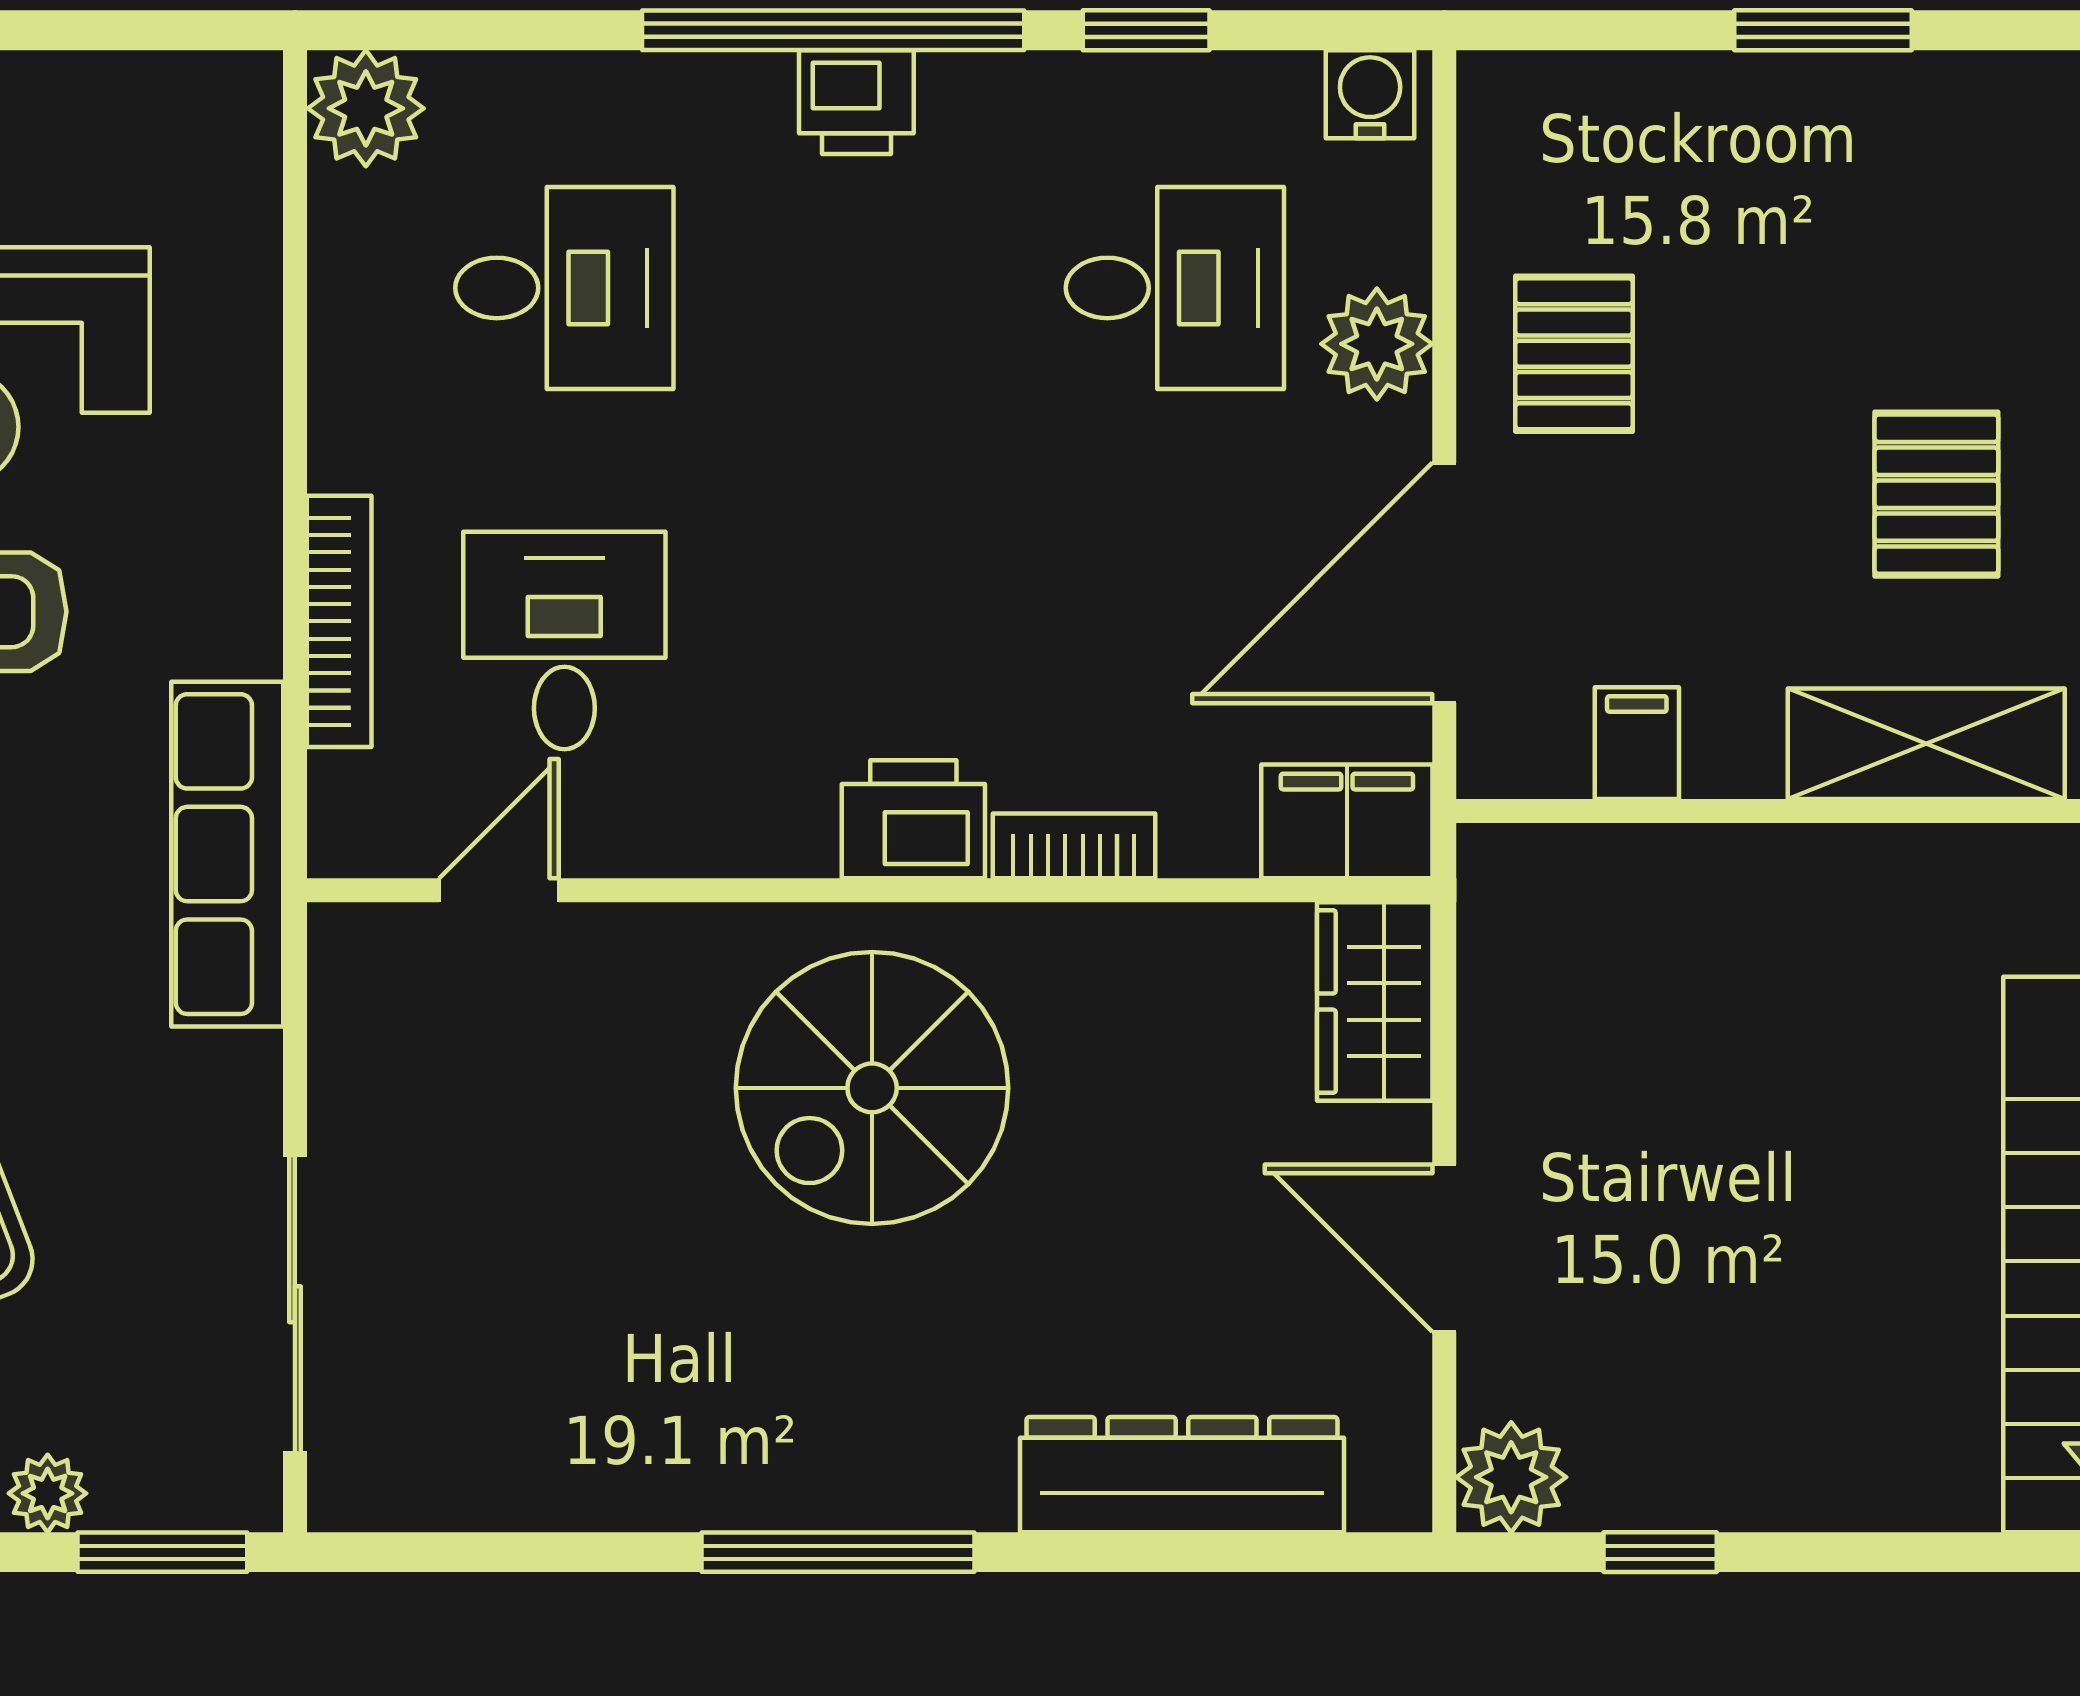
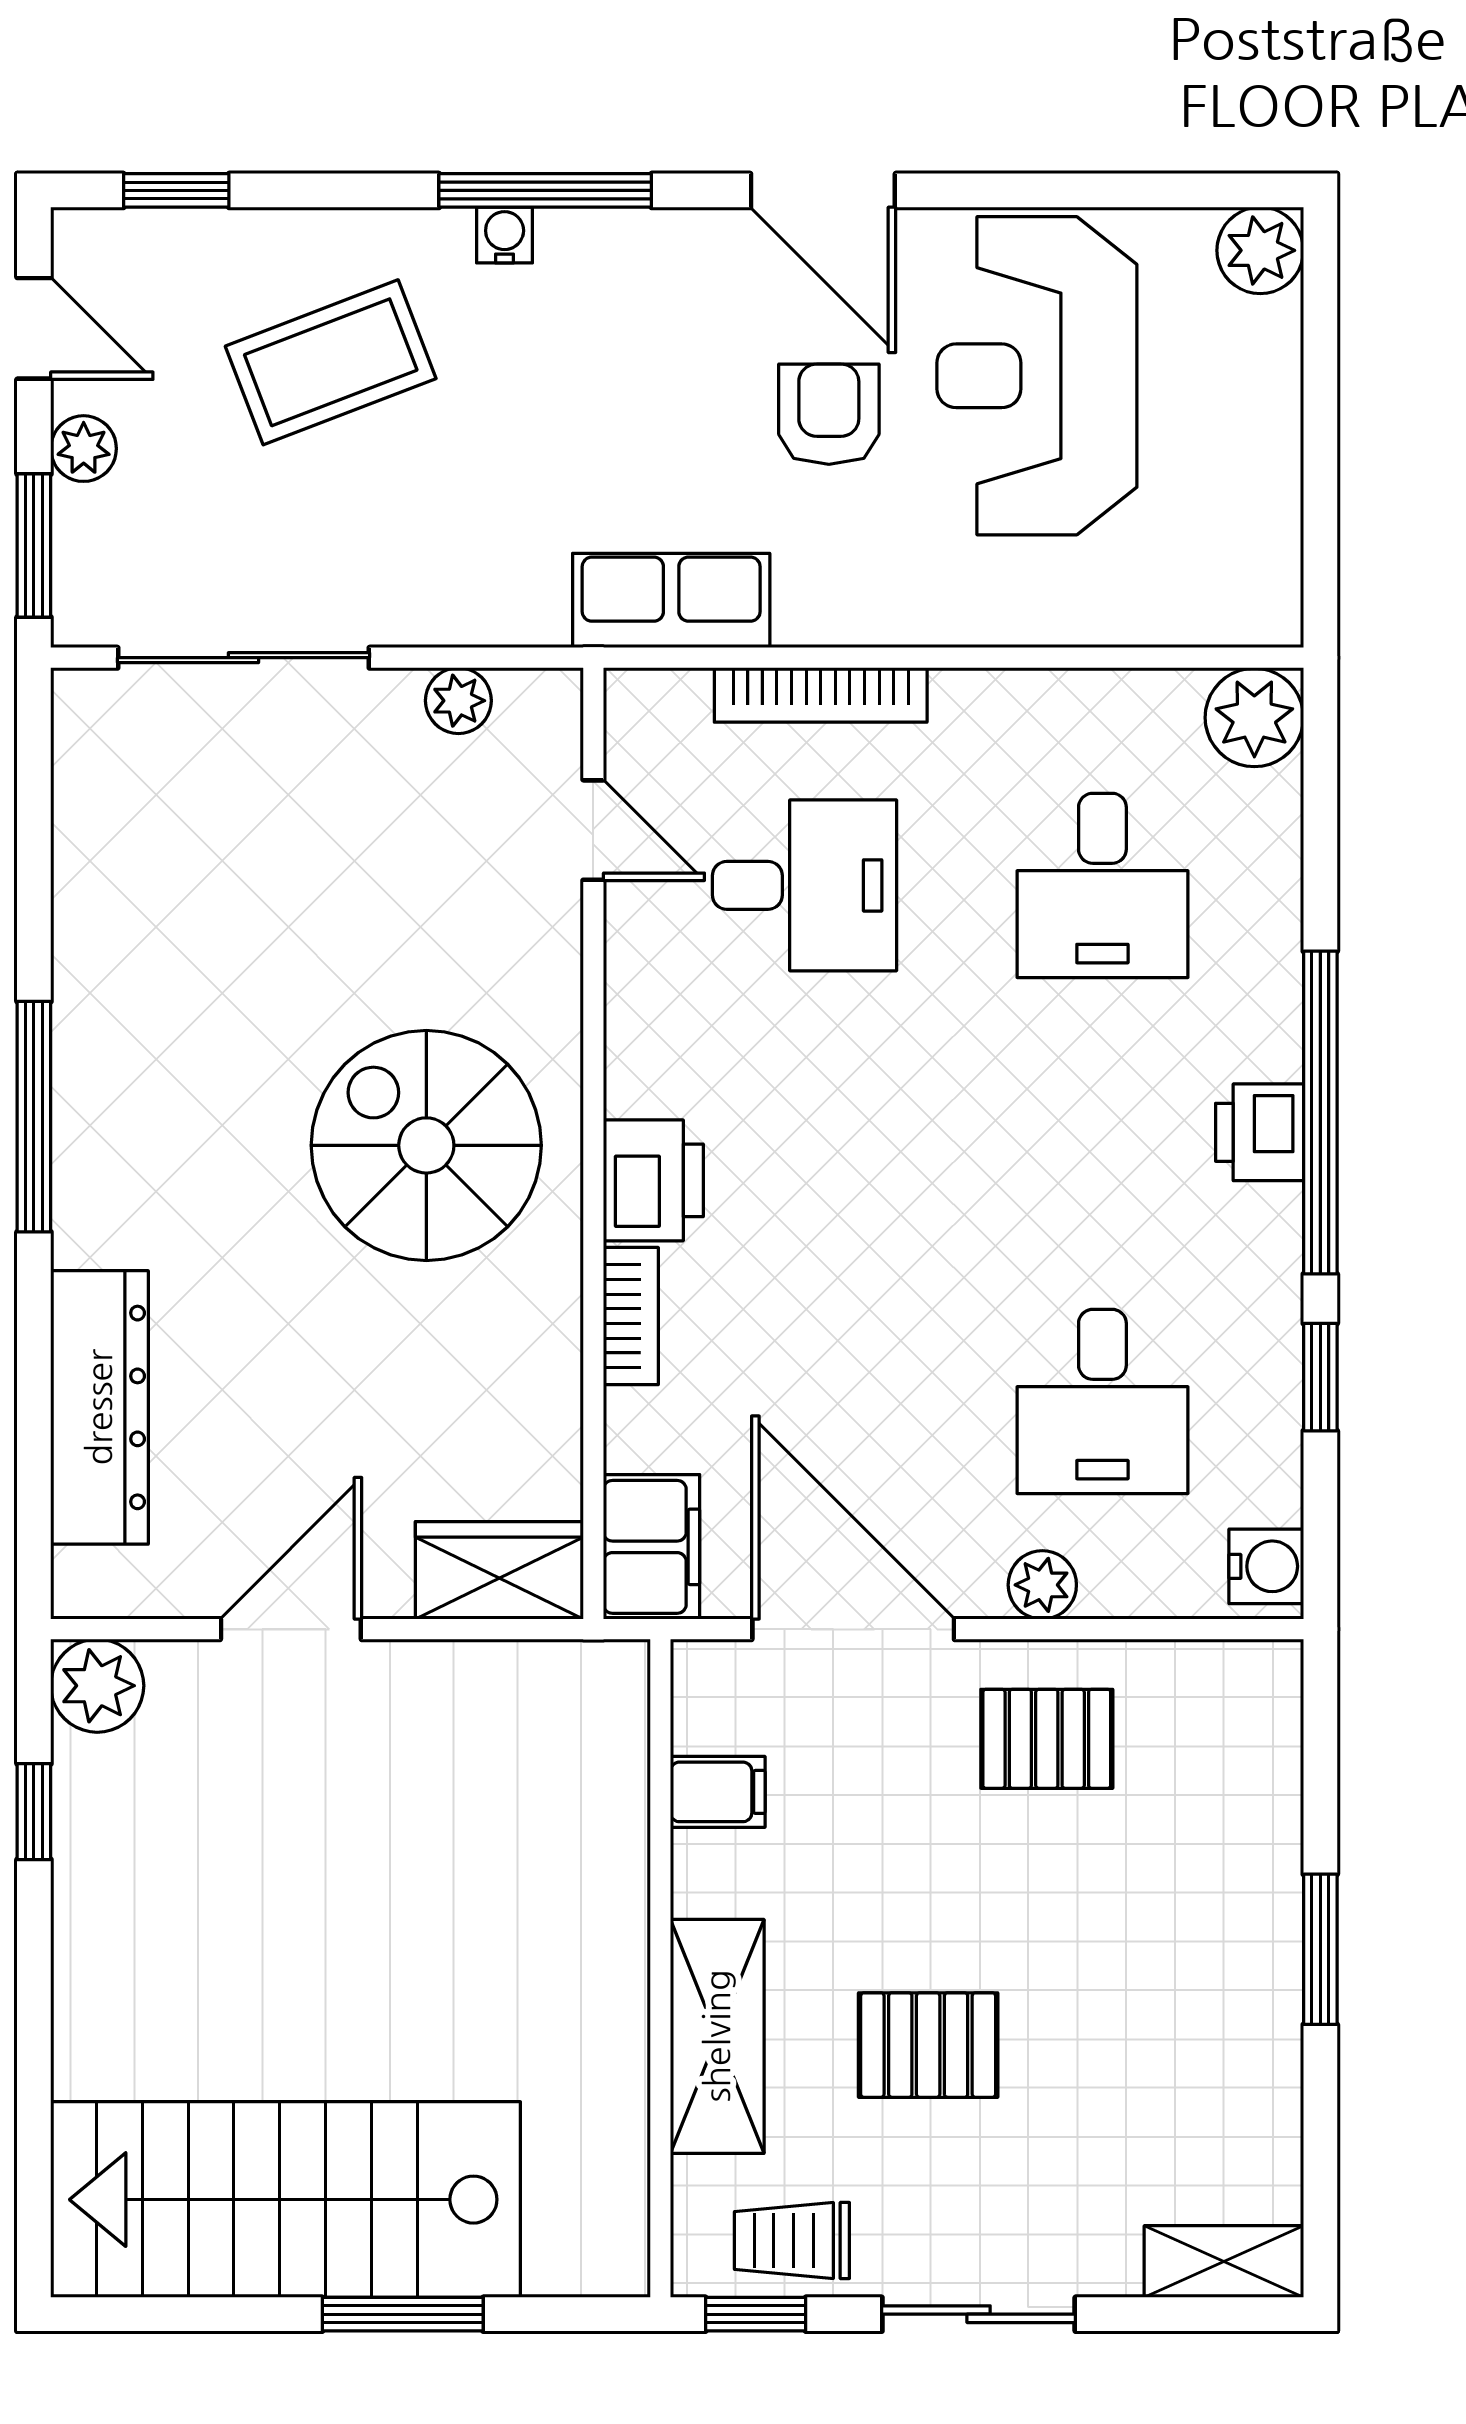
plant: (1377, 344) -> (1042, 1585), width x0.73, depth x0.73
row of seats: (227, 854) -> (671, 600), width x0.68
plant: (346, 1050) -> (458, 701), added

